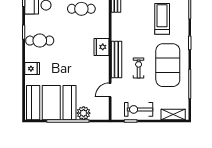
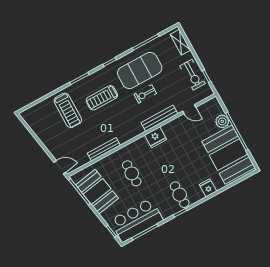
exercise bike: (139, 68) -> (145, 94), moved

